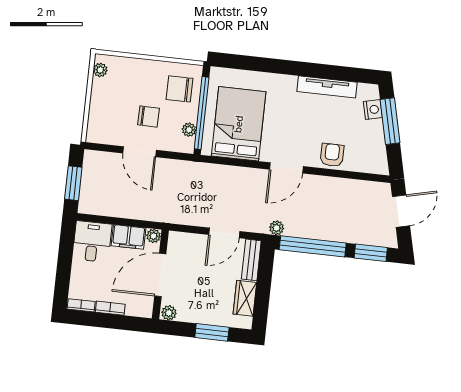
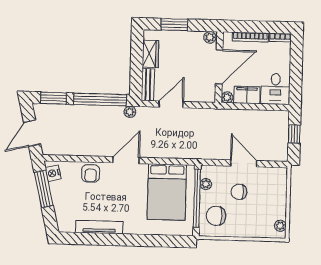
chair: (179, 89) -> (216, 216), turned 180
nightstand: (373, 110) -> (53, 173), moved
window: (390, 121) -> (44, 189), moved
window: (73, 183) -> (294, 134), width x0.67
bookcase: (110, 308) -> (250, 37), width x1.56

